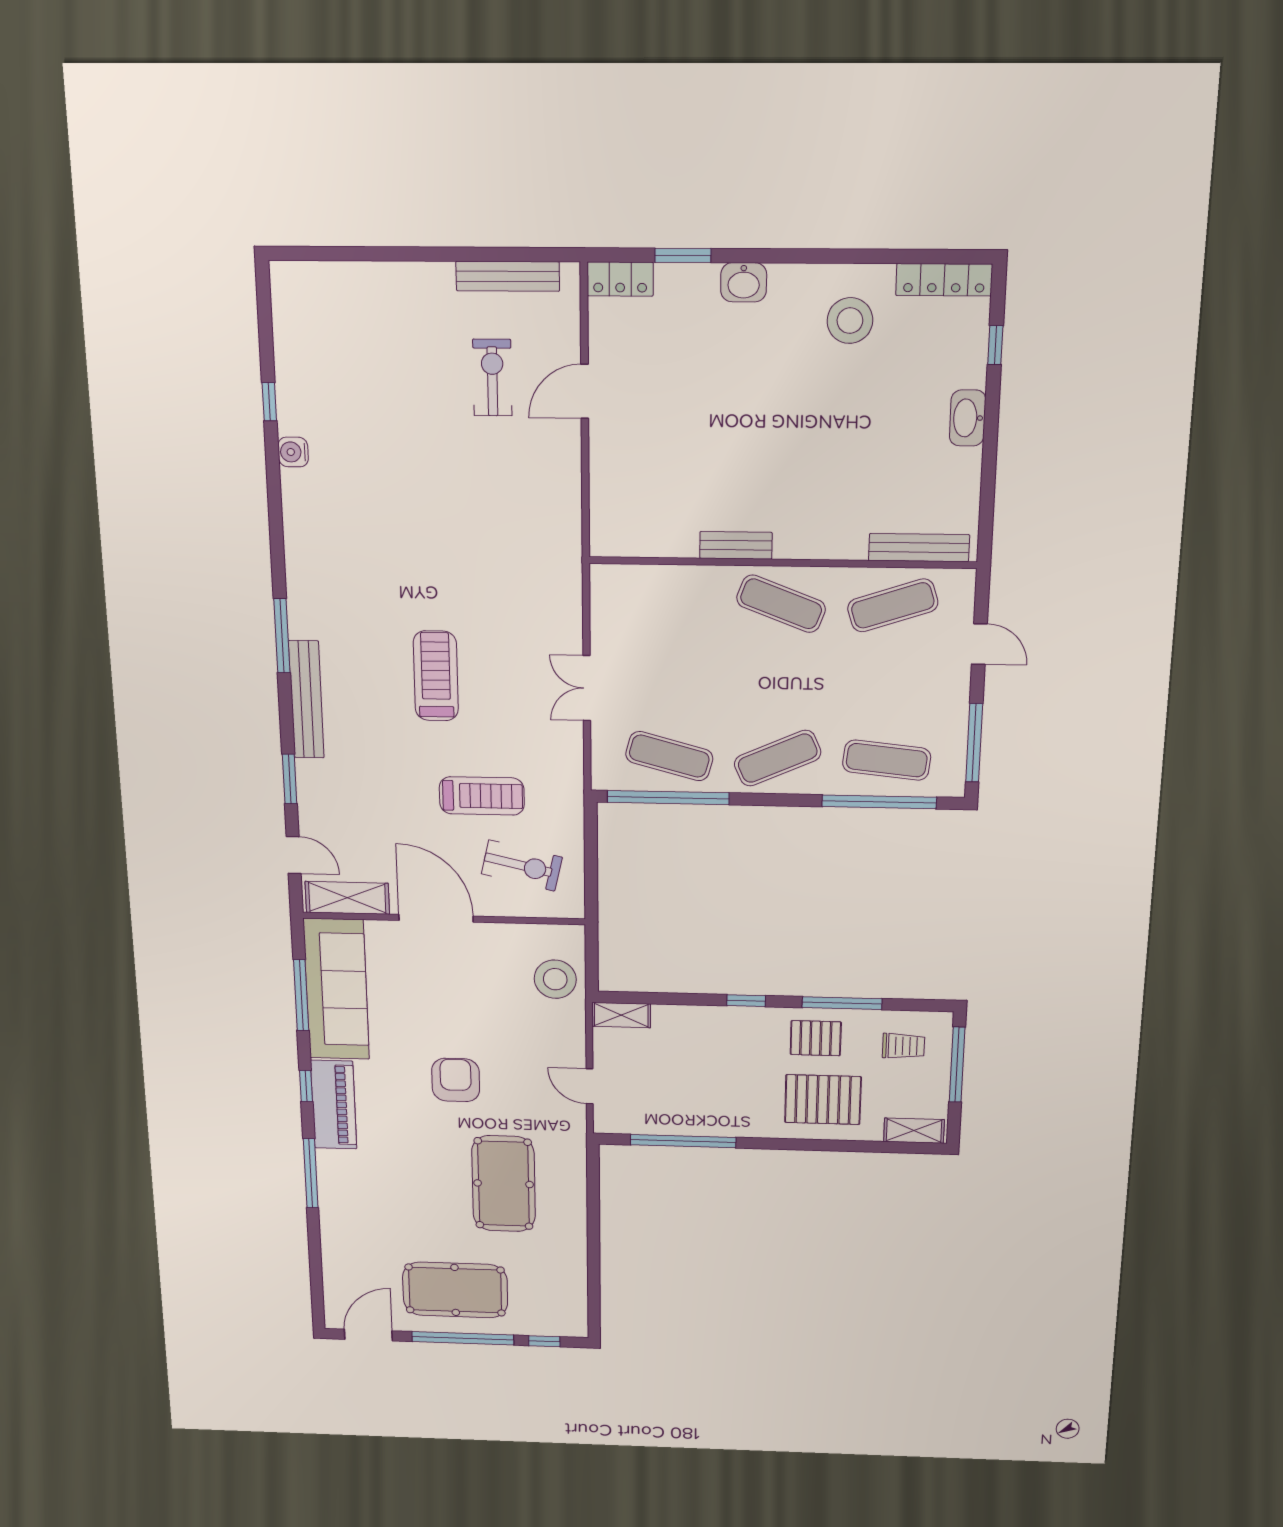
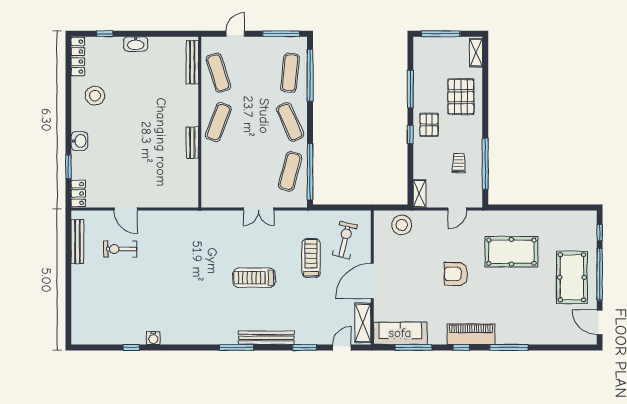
sofa: (336, 989) -> (400, 333), width x0.74, depth x0.79
pallet: (816, 1038) -> (429, 125), moved
trolley: (903, 1046) -> (459, 163), moved

